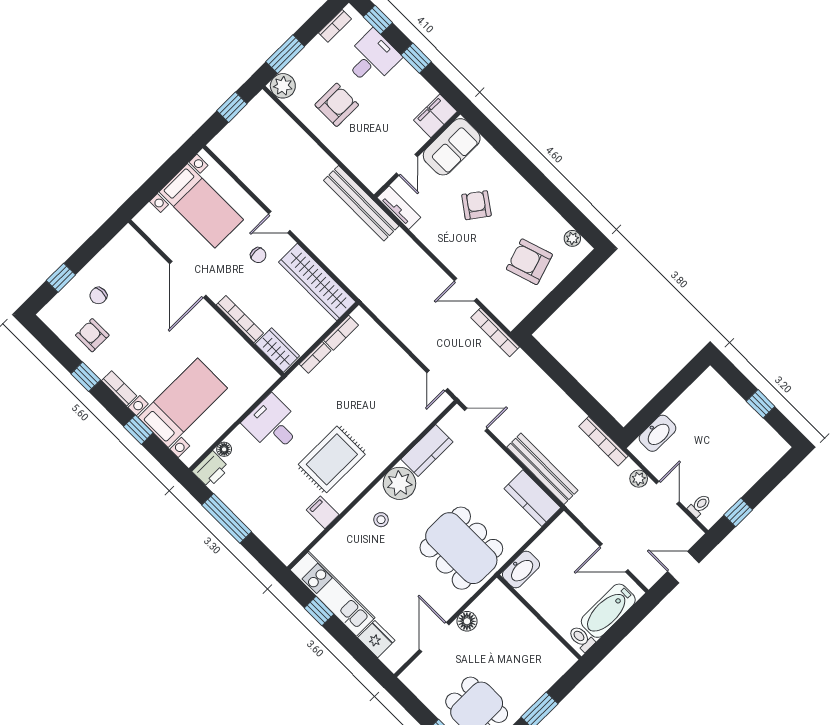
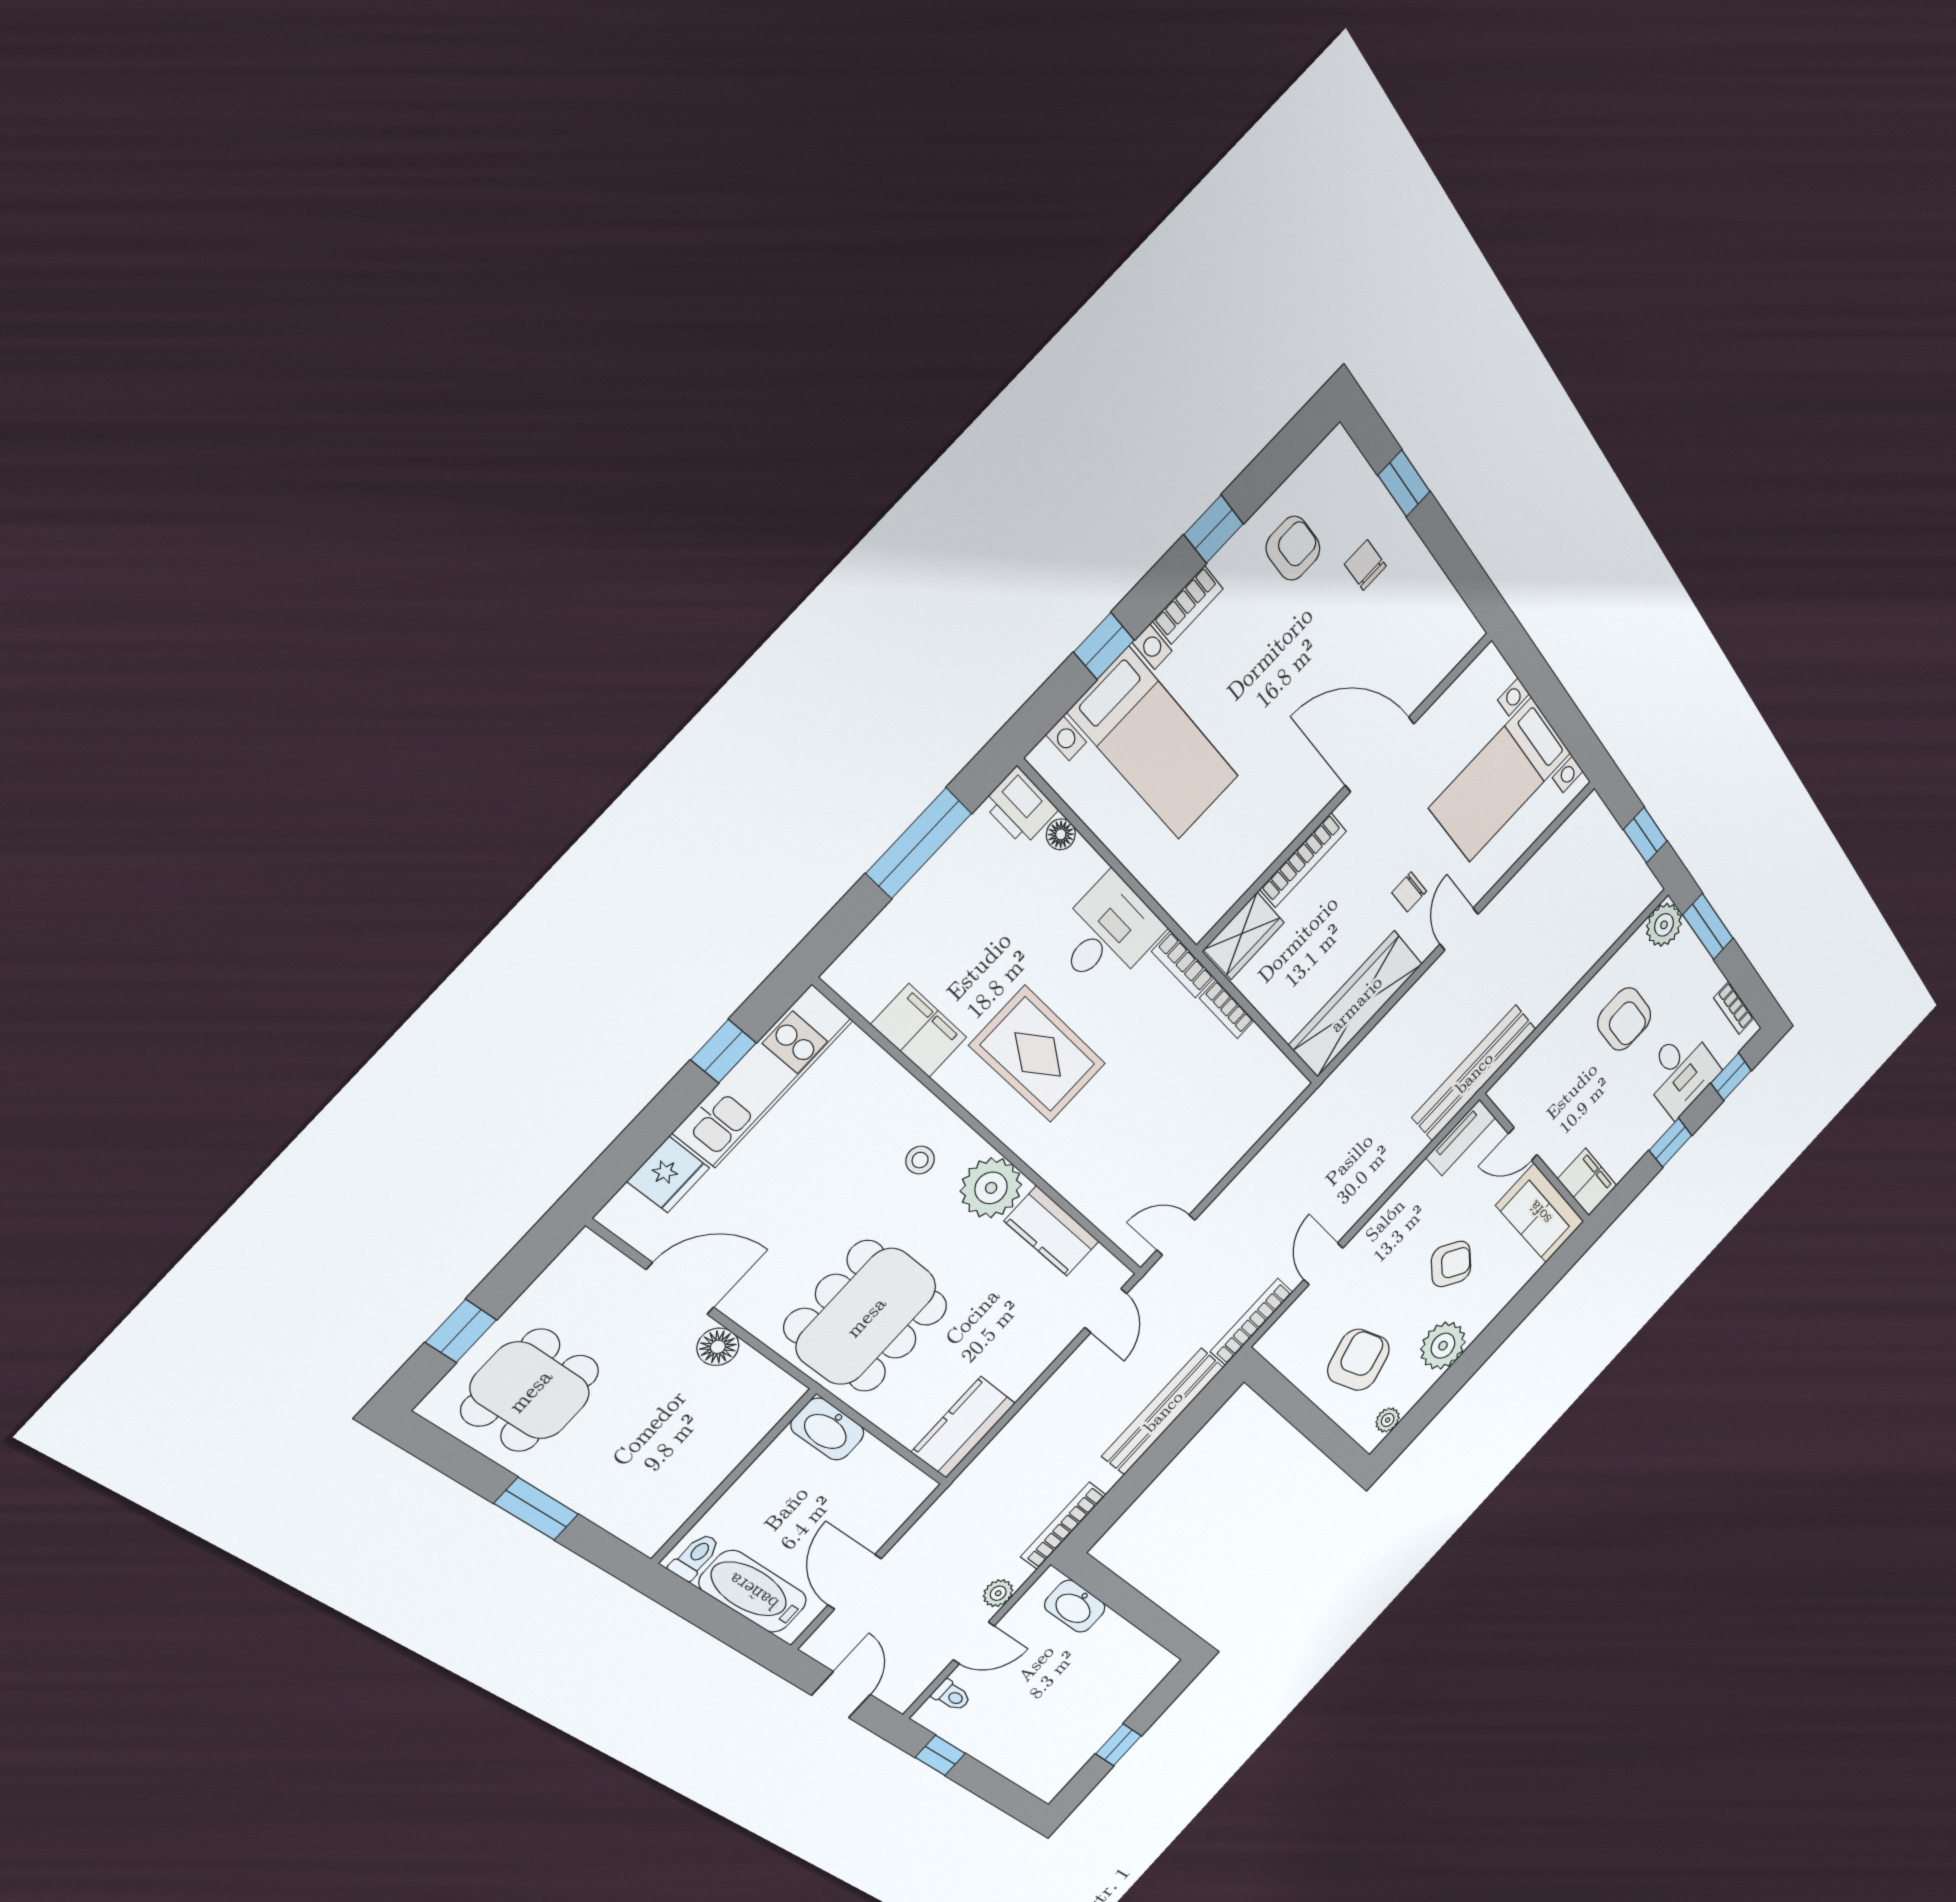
plant: (529, 205) -> (1443, 1346), added
bookcase: (341, 333) -> (1183, 965), moved
bench: (542, 469) -> (1163, 1412), moved
filing cabinet: (323, 512) -> (919, 1031), width x2.00

